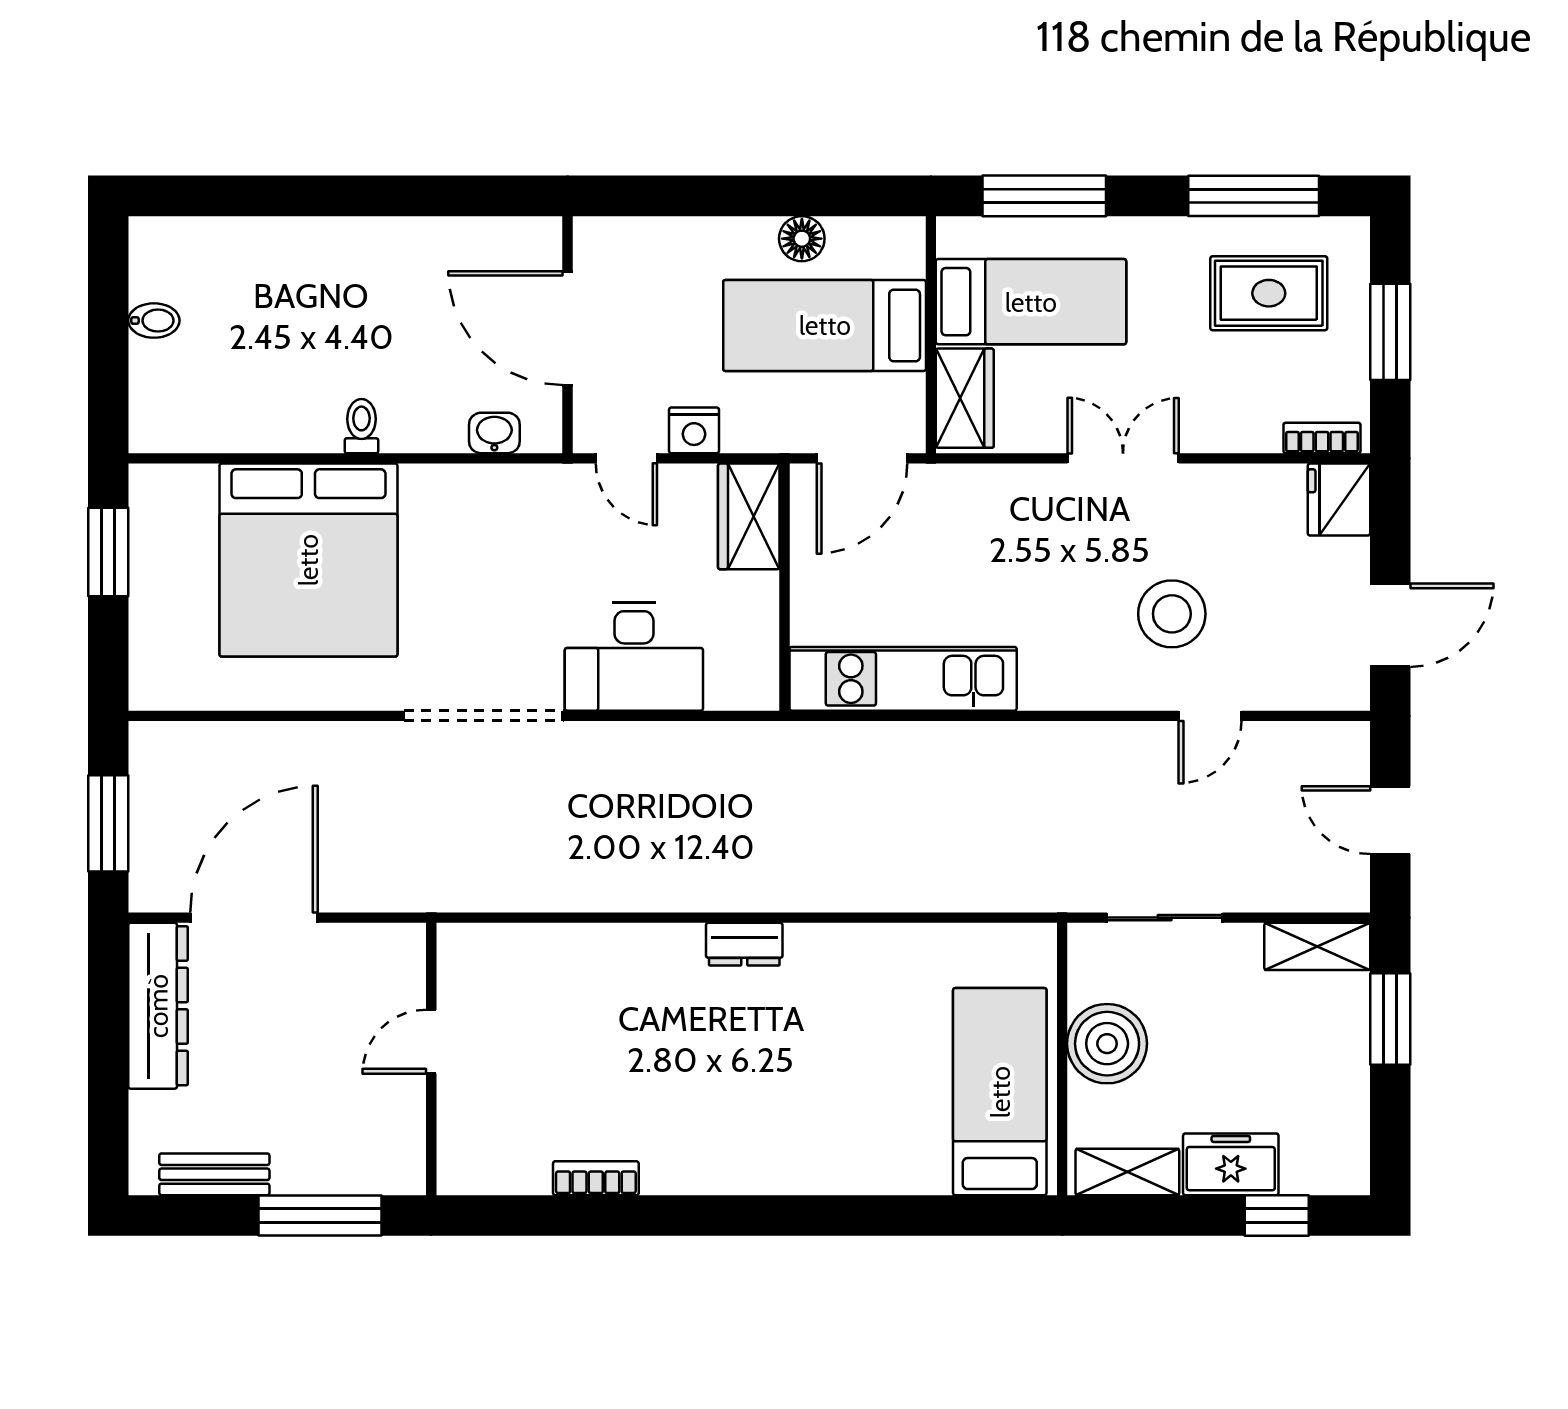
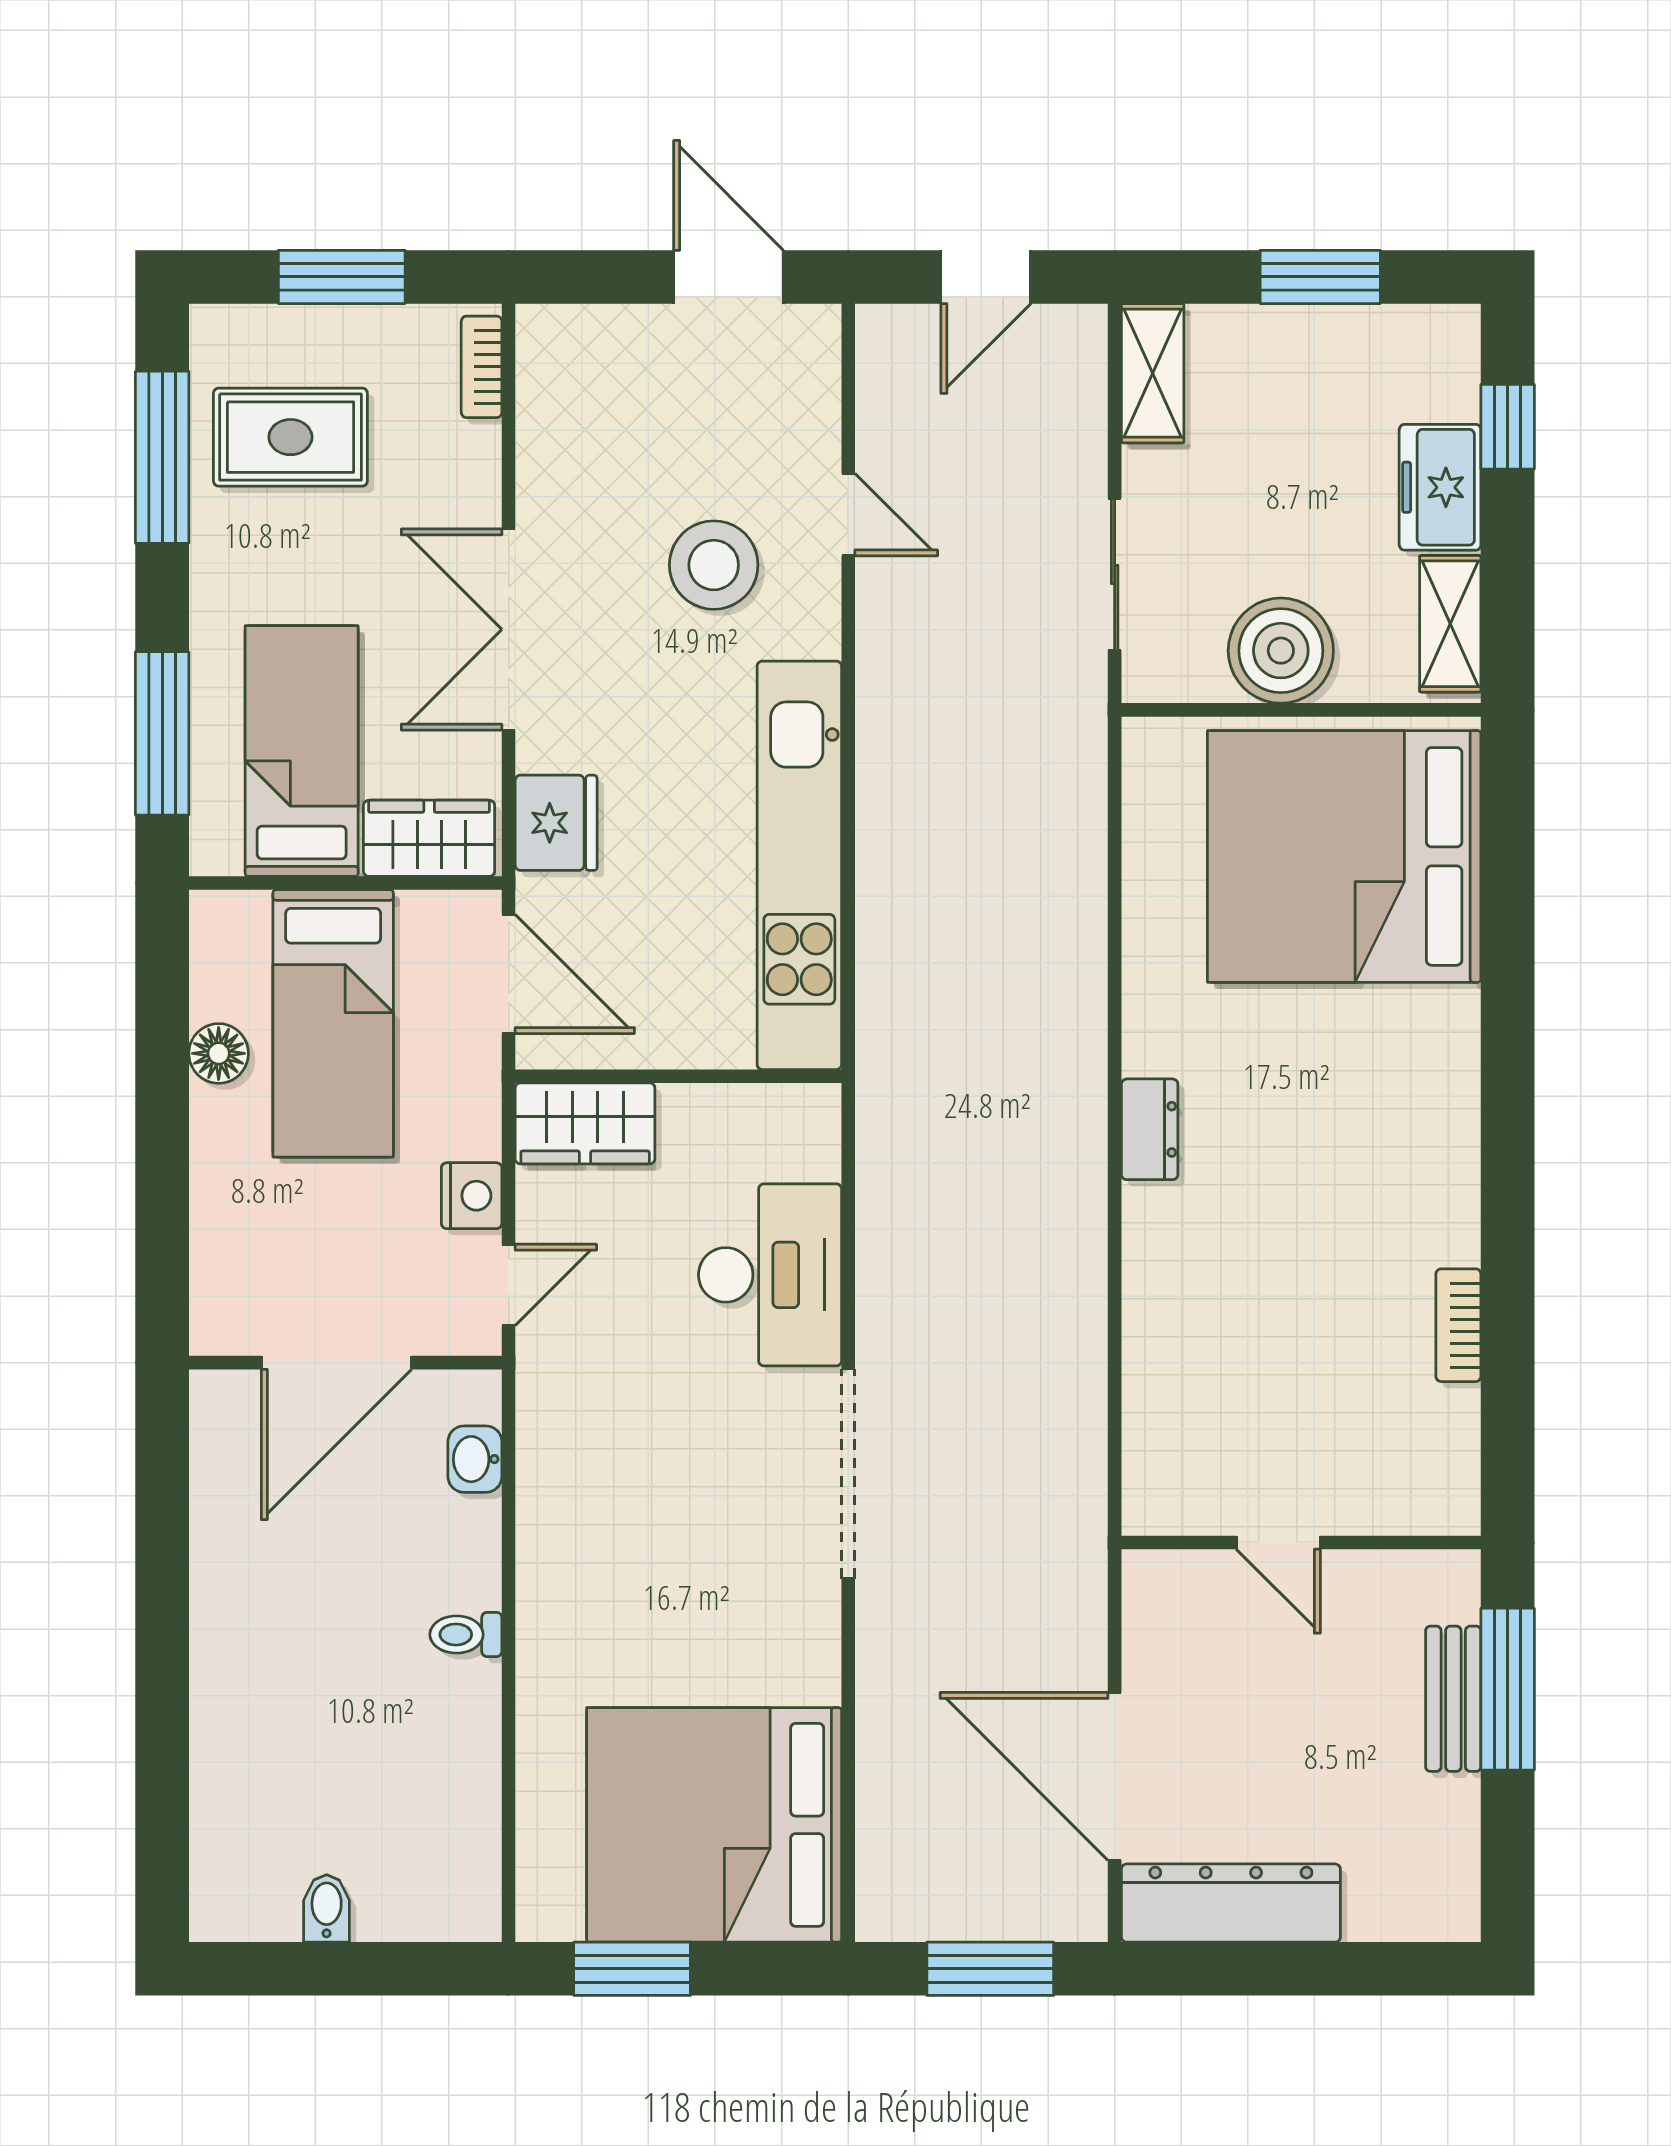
rug: (1269, 293) -> (290, 437), turned 90
double door: (1123, 458) -> (509, 629), width x1.37
fridge: (1339, 500) -> (556, 823), moved, turned -90
bed: (308, 560) -> (714, 1825), moved, turned 180
kitchen unit: (903, 679) -> (799, 865), width x1.36
window: (1390, 1019) -> (1320, 277), moved
bed: (1000, 1092) -> (1344, 856), width x2.04
bench: (214, 1174) -> (1453, 1699), moved

